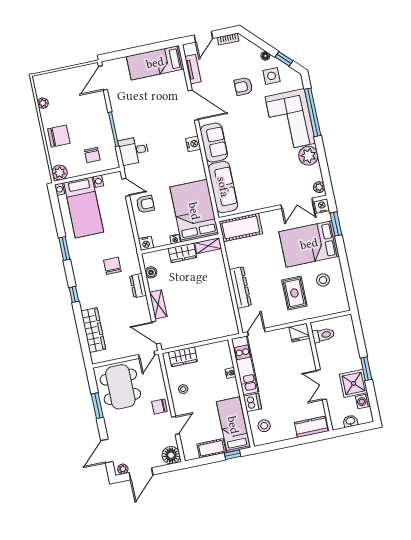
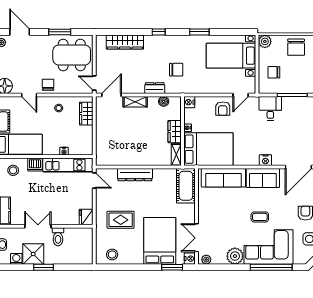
coffee table: (259, 137) -> (260, 217), added
stool: (323, 280) -> (112, 254), moved
toilet: (323, 335) -> (58, 237), moved

